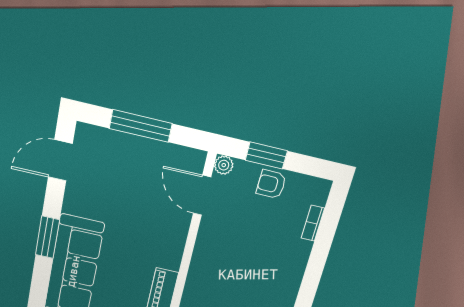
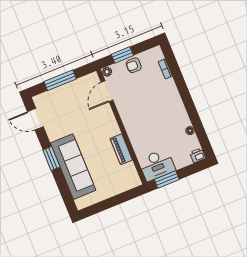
door: (60, 160) -> (35, 119), hinge flipped
door: (202, 195) -> (107, 91), hinge flipped

